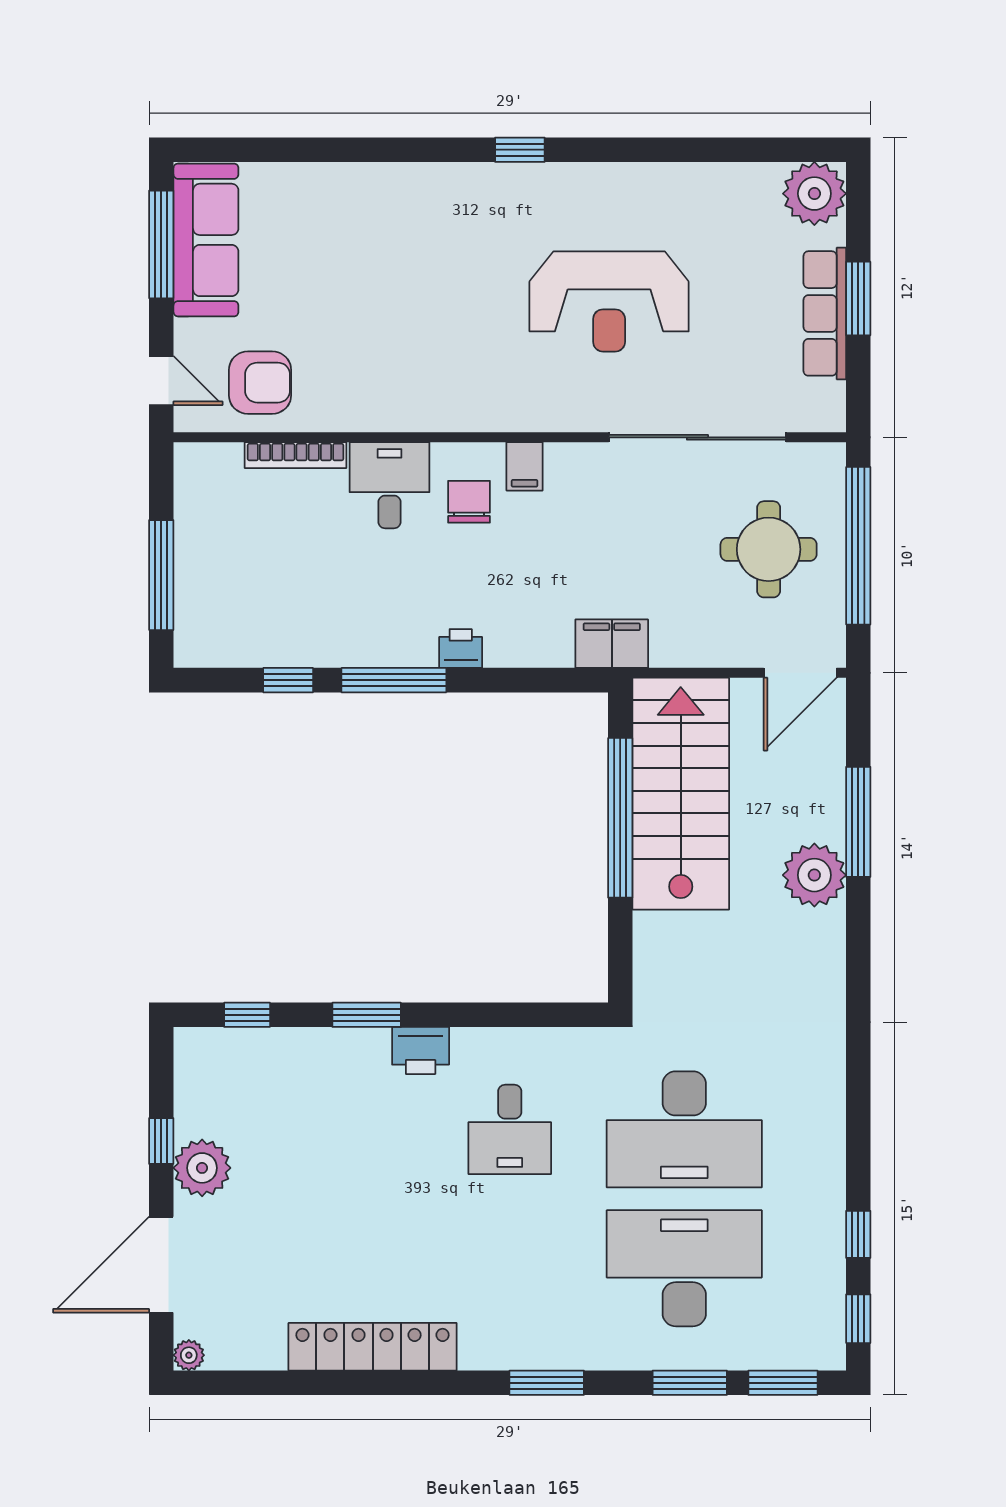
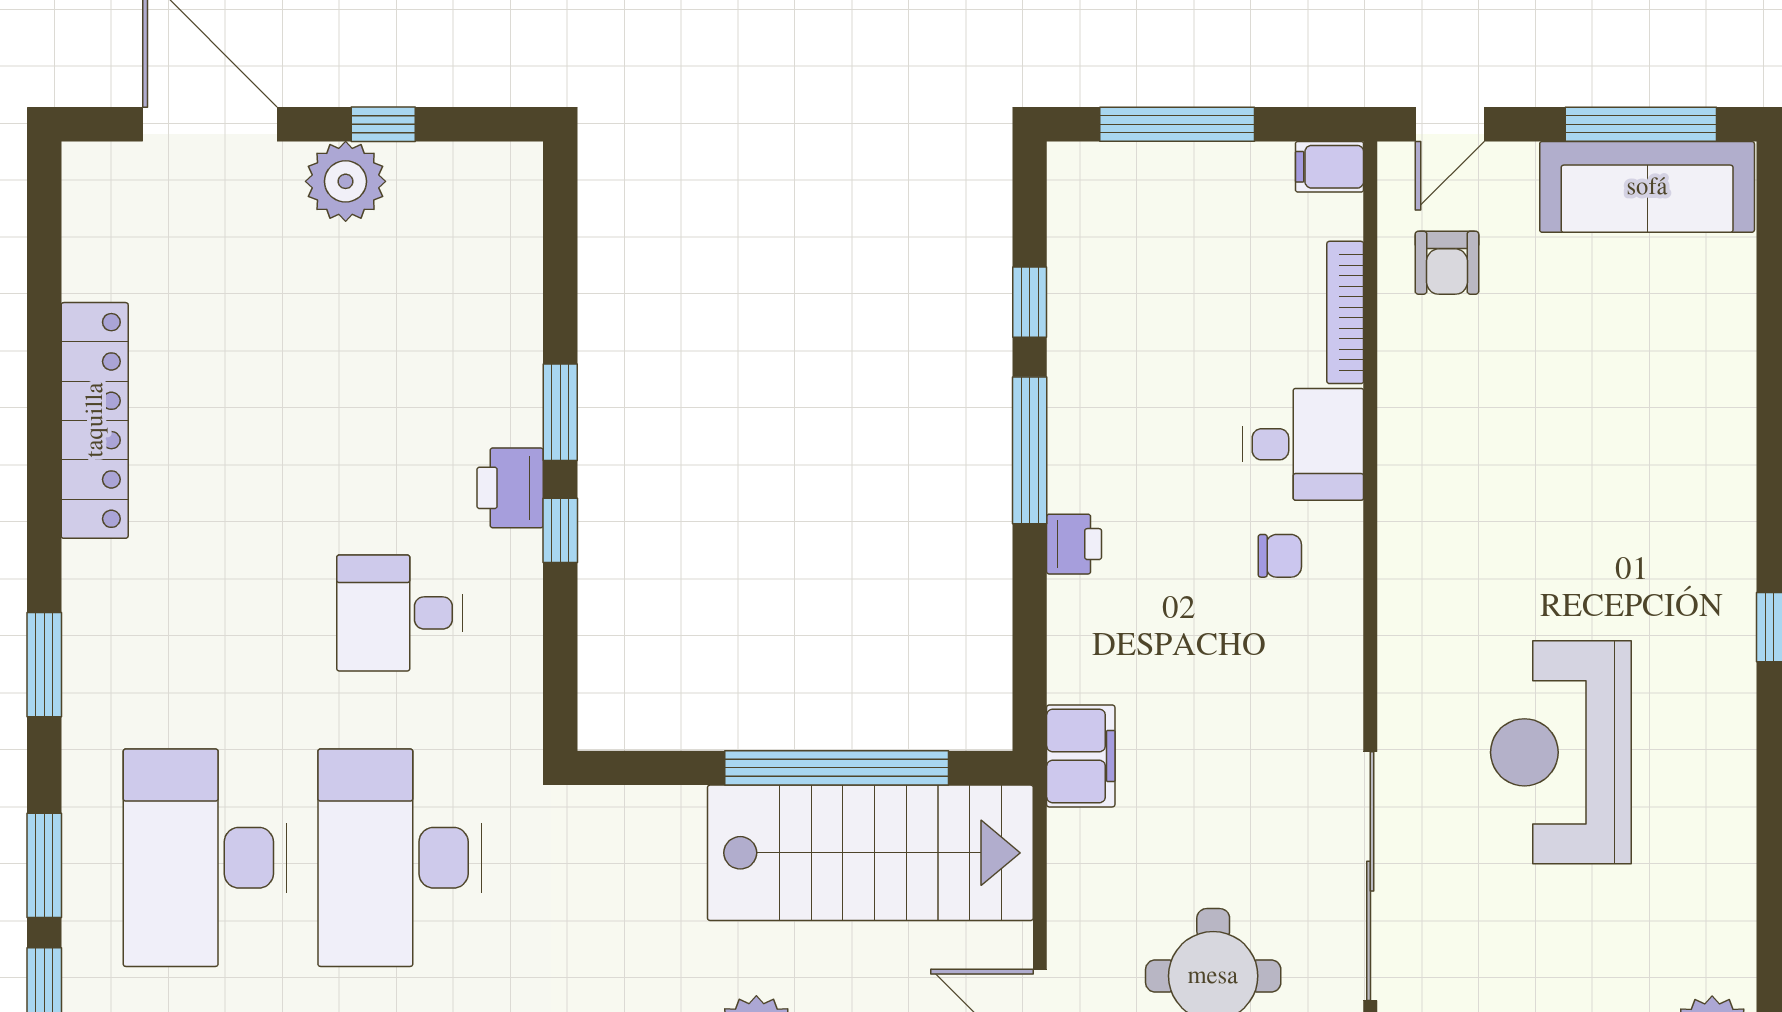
armchair: (260, 383) -> (1447, 263), width x0.72, depth x0.72
filing cabinet: (525, 466) -> (1330, 167), moved
chair: (469, 502) -> (1280, 556), width x0.73, depth x0.73
window: (247, 1015) -> (560, 530), moved
desk: (684, 1268) -> (205, 858), turned 180
plant: (189, 1355) -> (83, 163), removed

